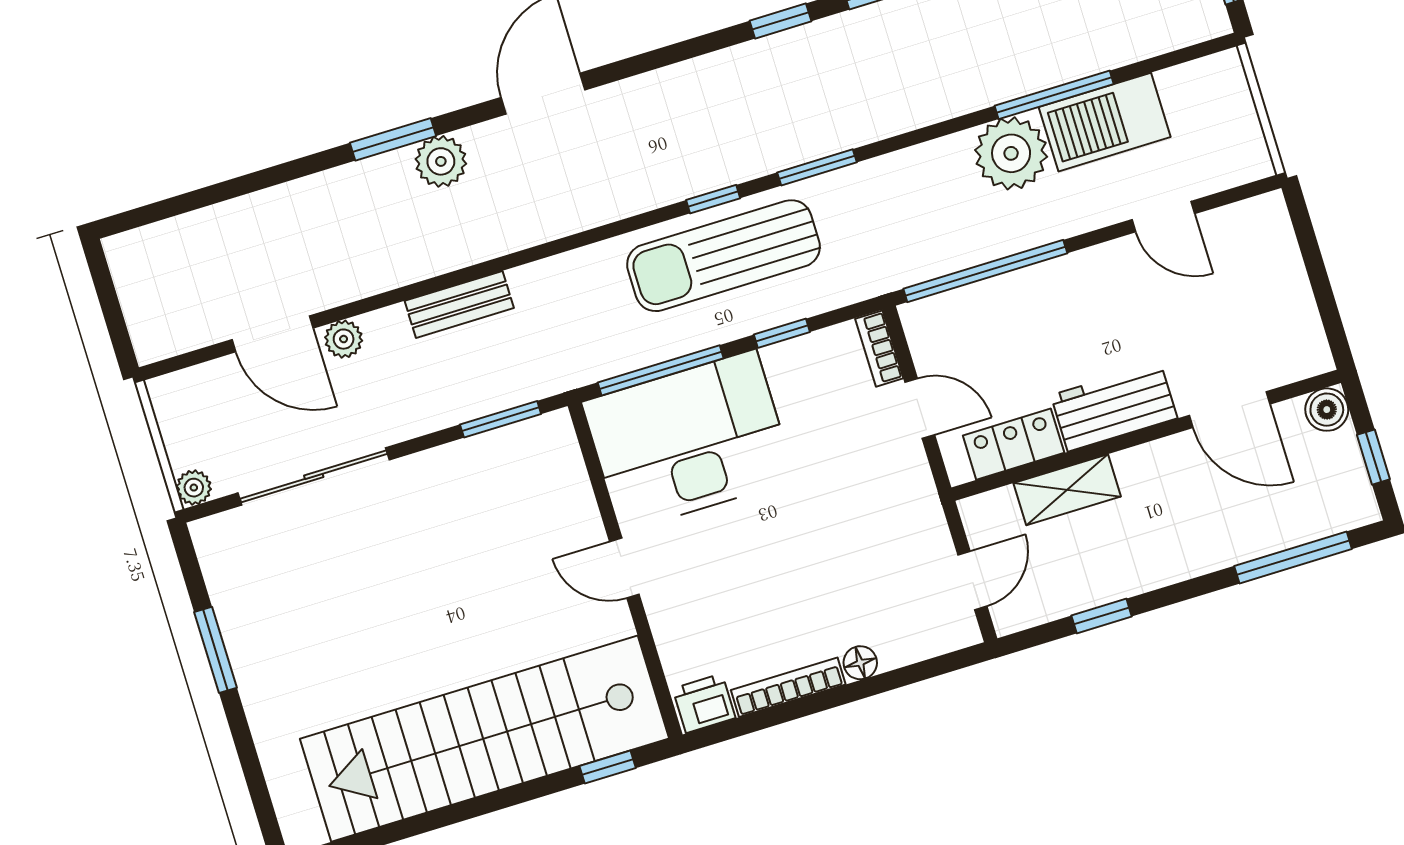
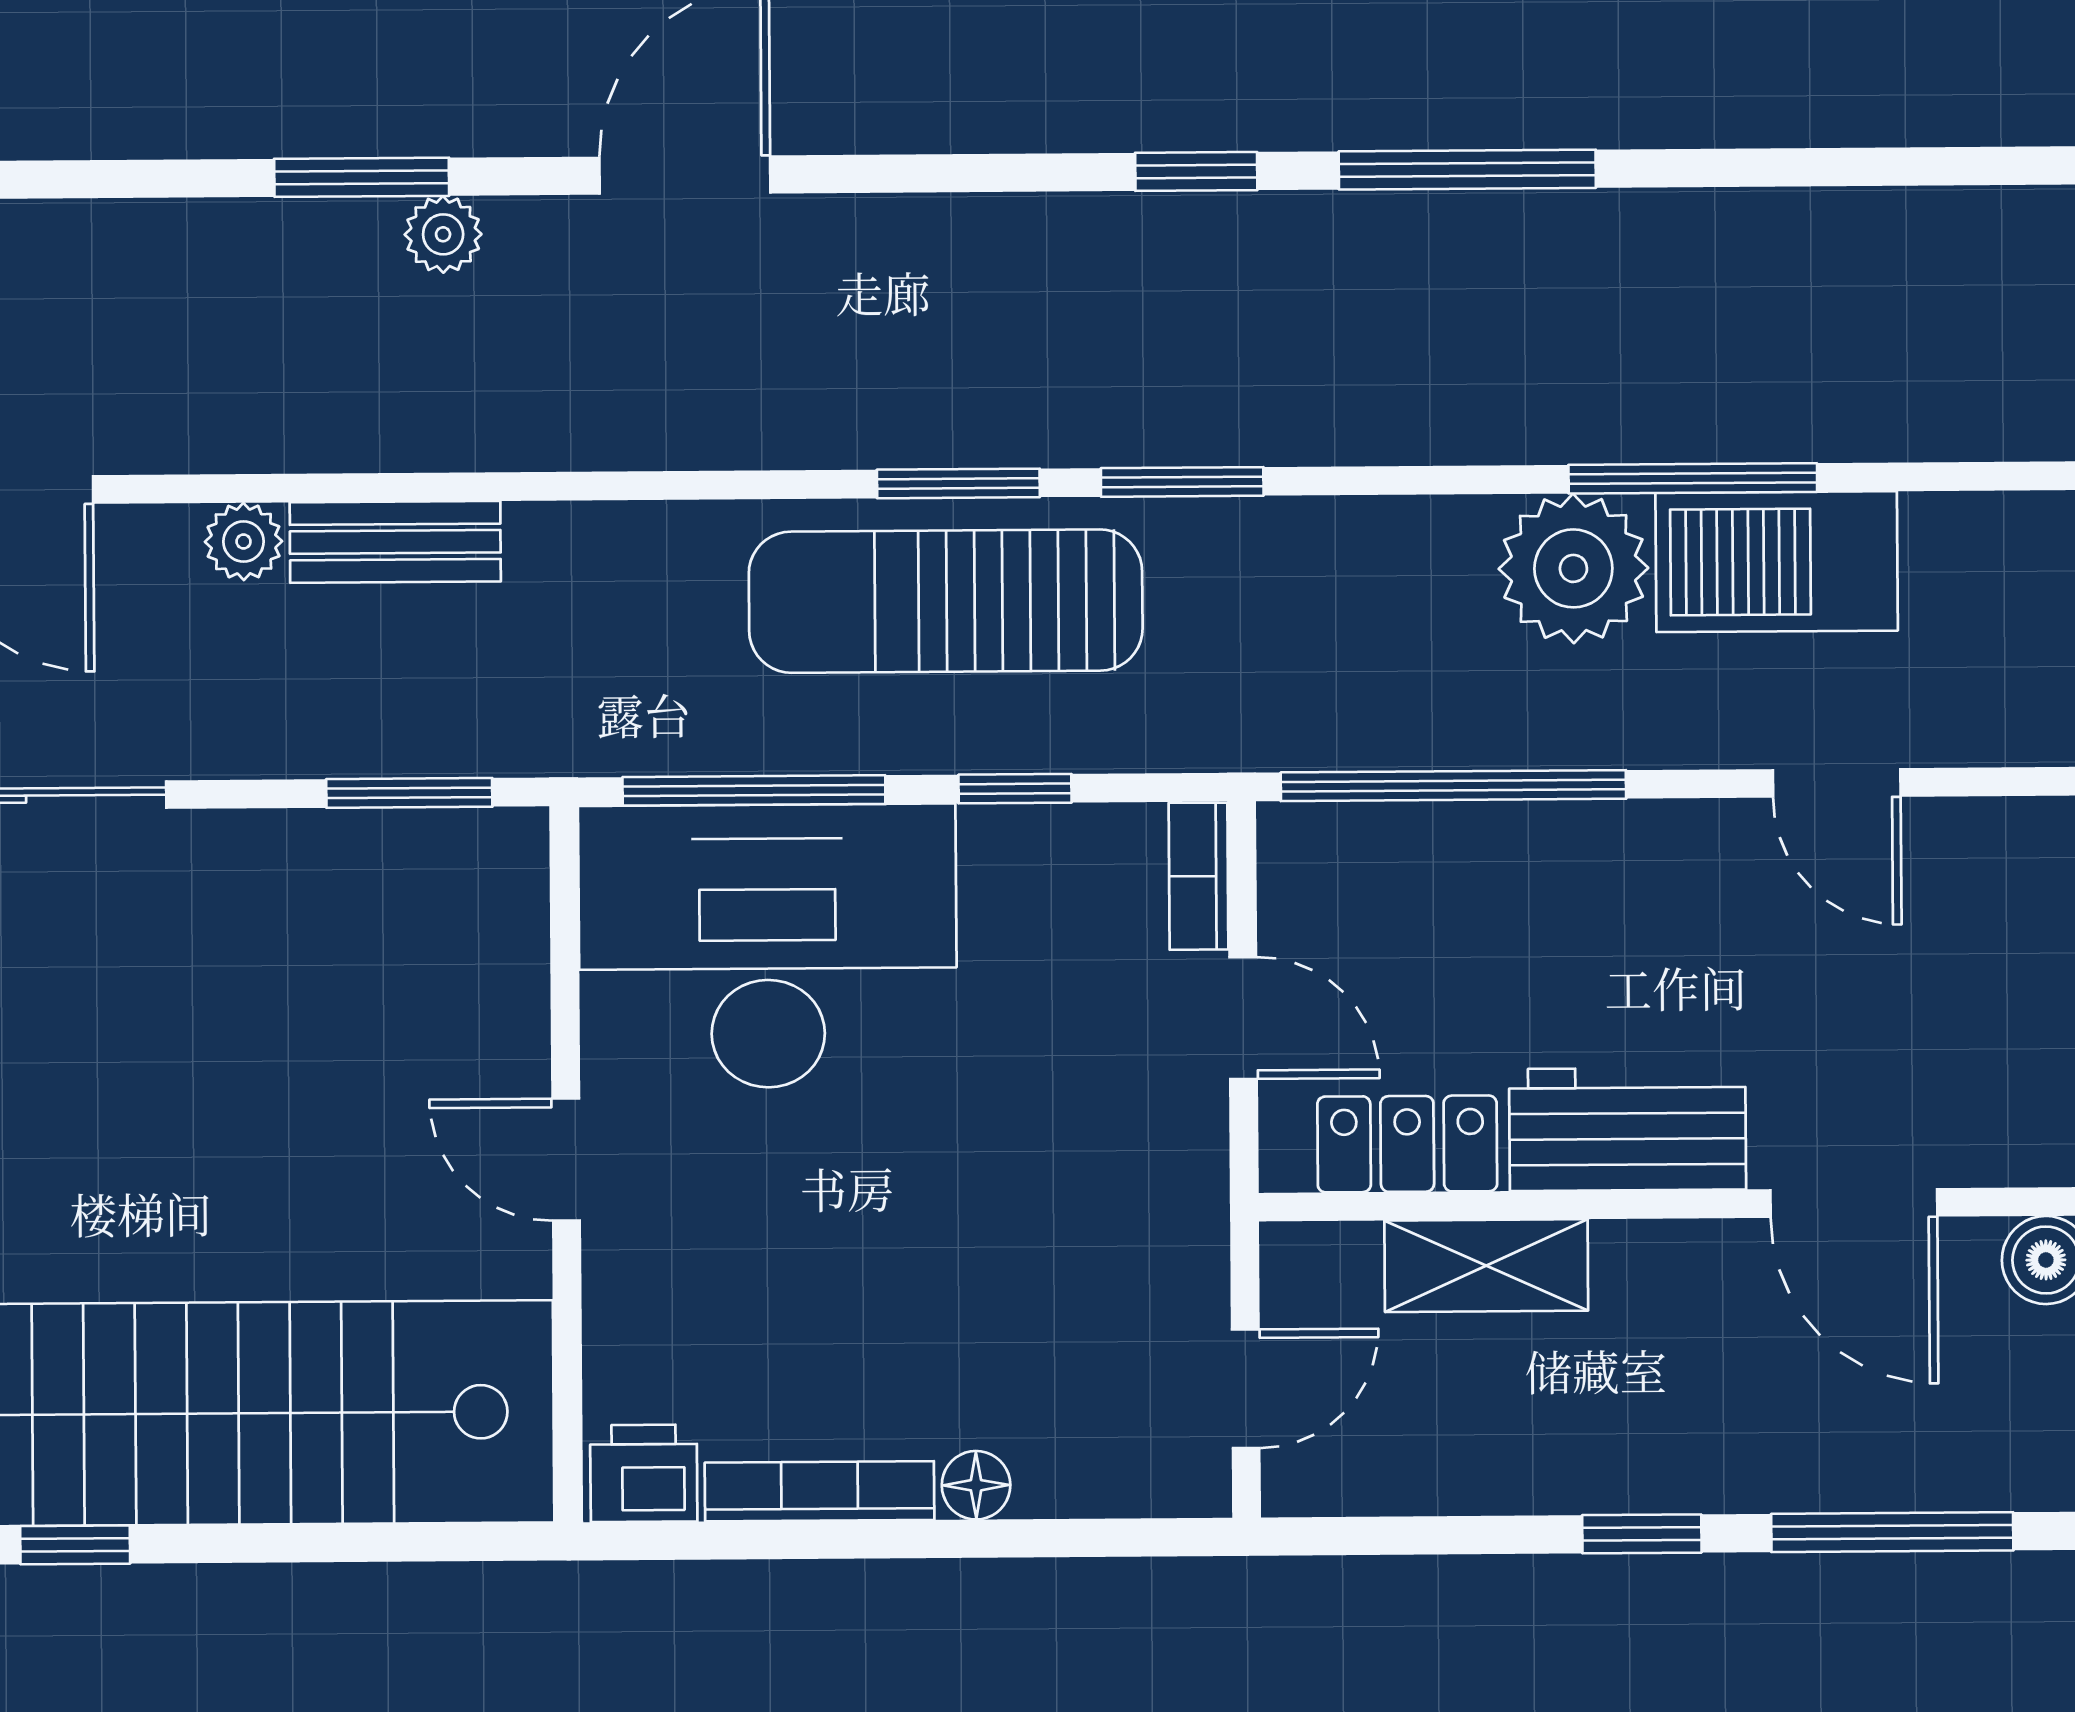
plant: (441, 161) -> (443, 234), width x0.73, depth x0.73
window: (713, 199) -> (958, 483), width x1.50
plant: (344, 339) -> (244, 542), moved
window: (1102, 616) -> (1642, 1534), moved
window: (608, 767) -> (75, 1545), moved

